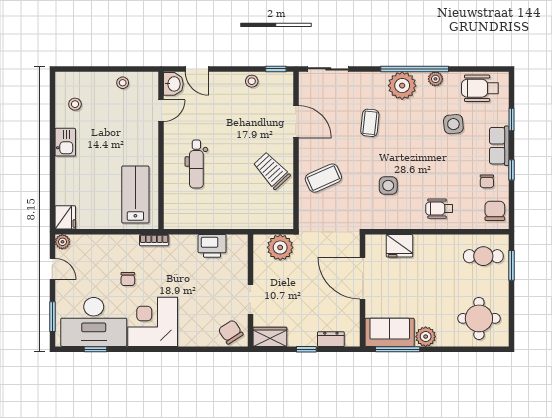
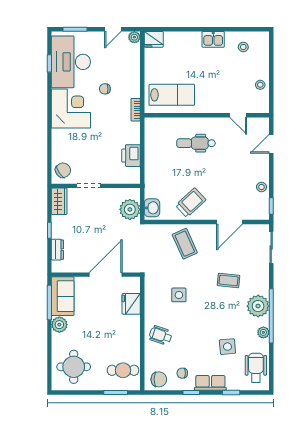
washbasin: (173, 84) -> (152, 208), moved, turned -90
wheelchair: (439, 209) -> (161, 335), turned -71
cafe table: (483, 256) -> (123, 370), turned 90

